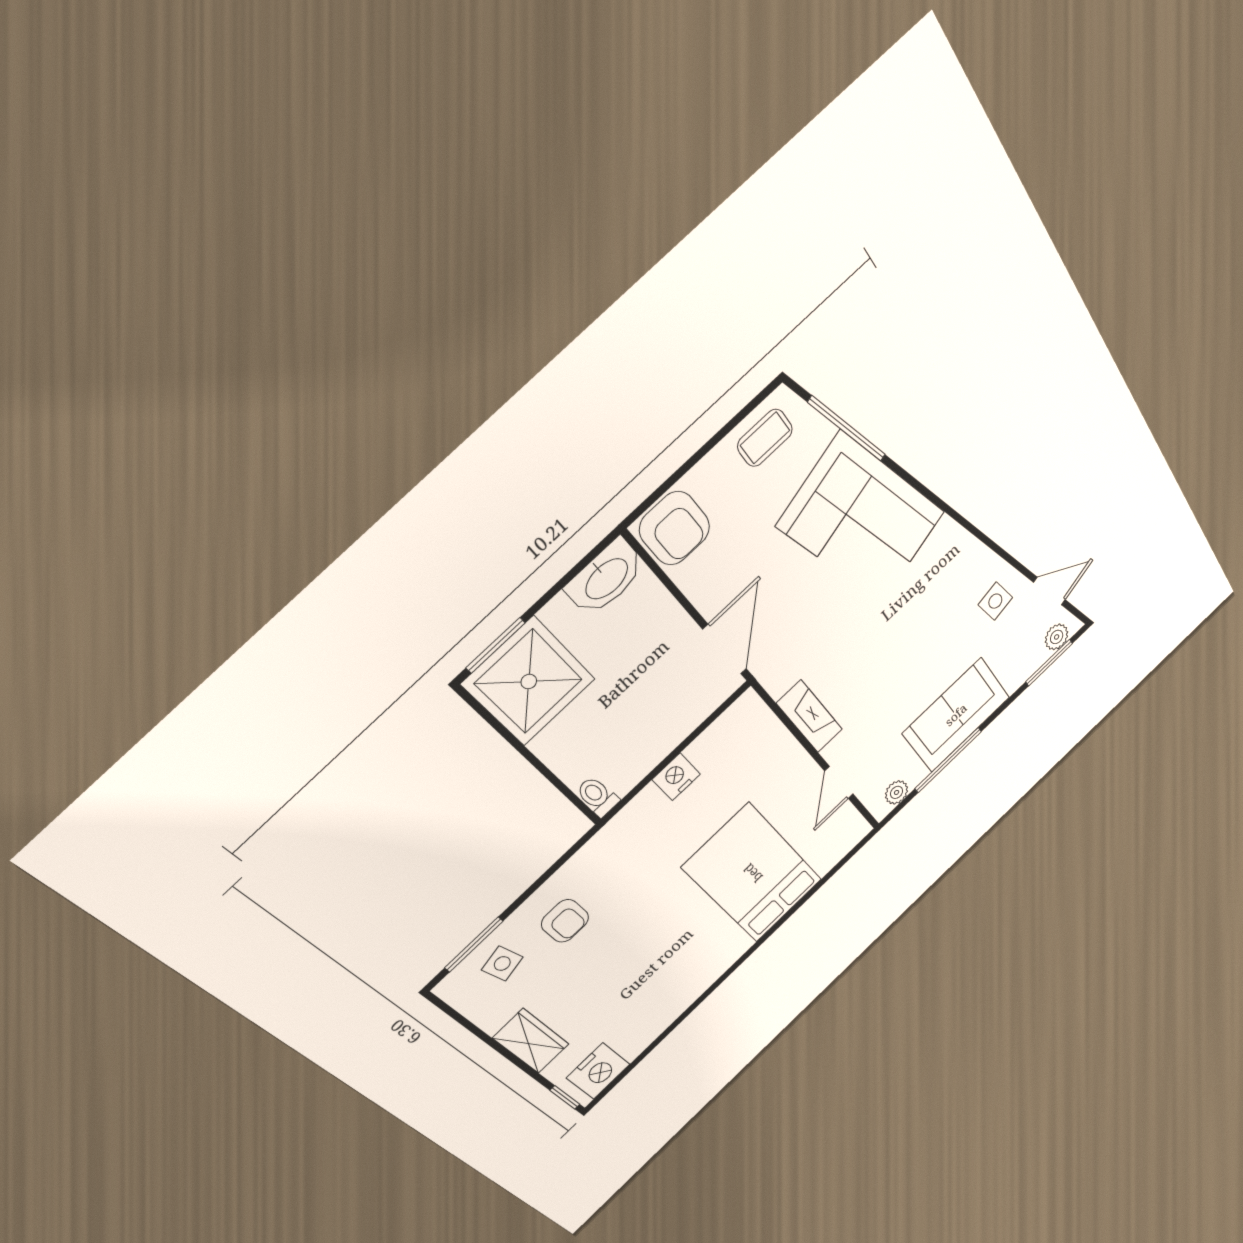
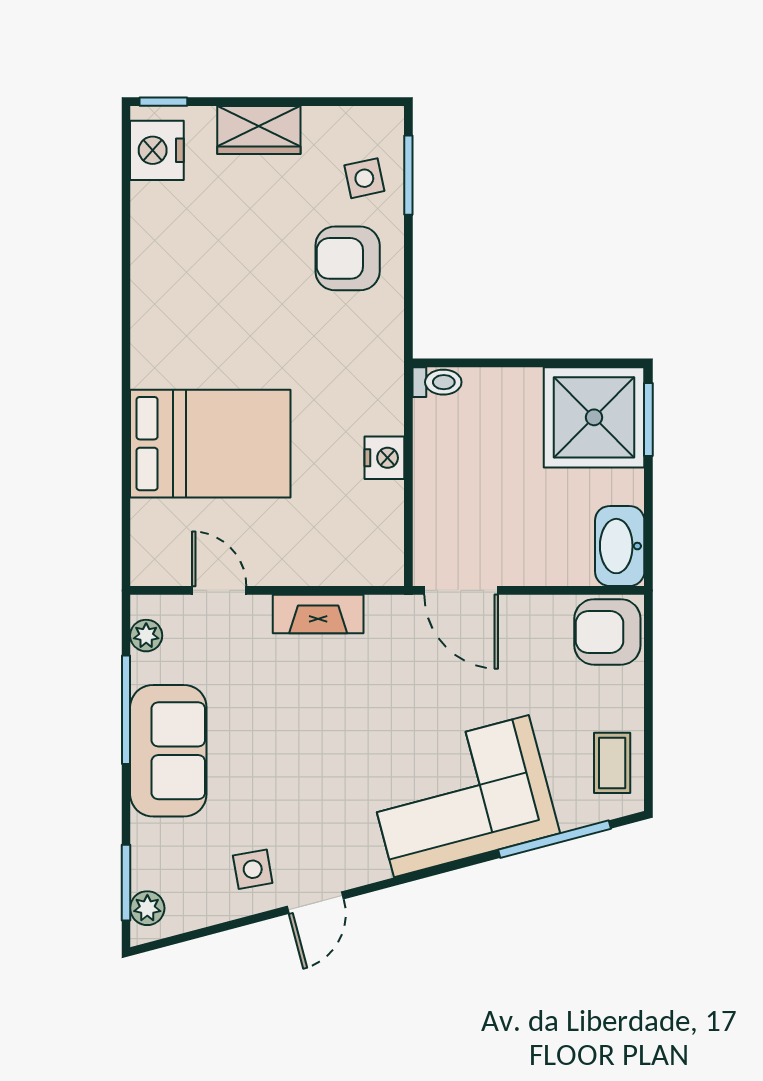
door: (1049, 591) -> (315, 903), moved
armchair: (565, 921) -> (348, 258), width x1.38, depth x1.38

